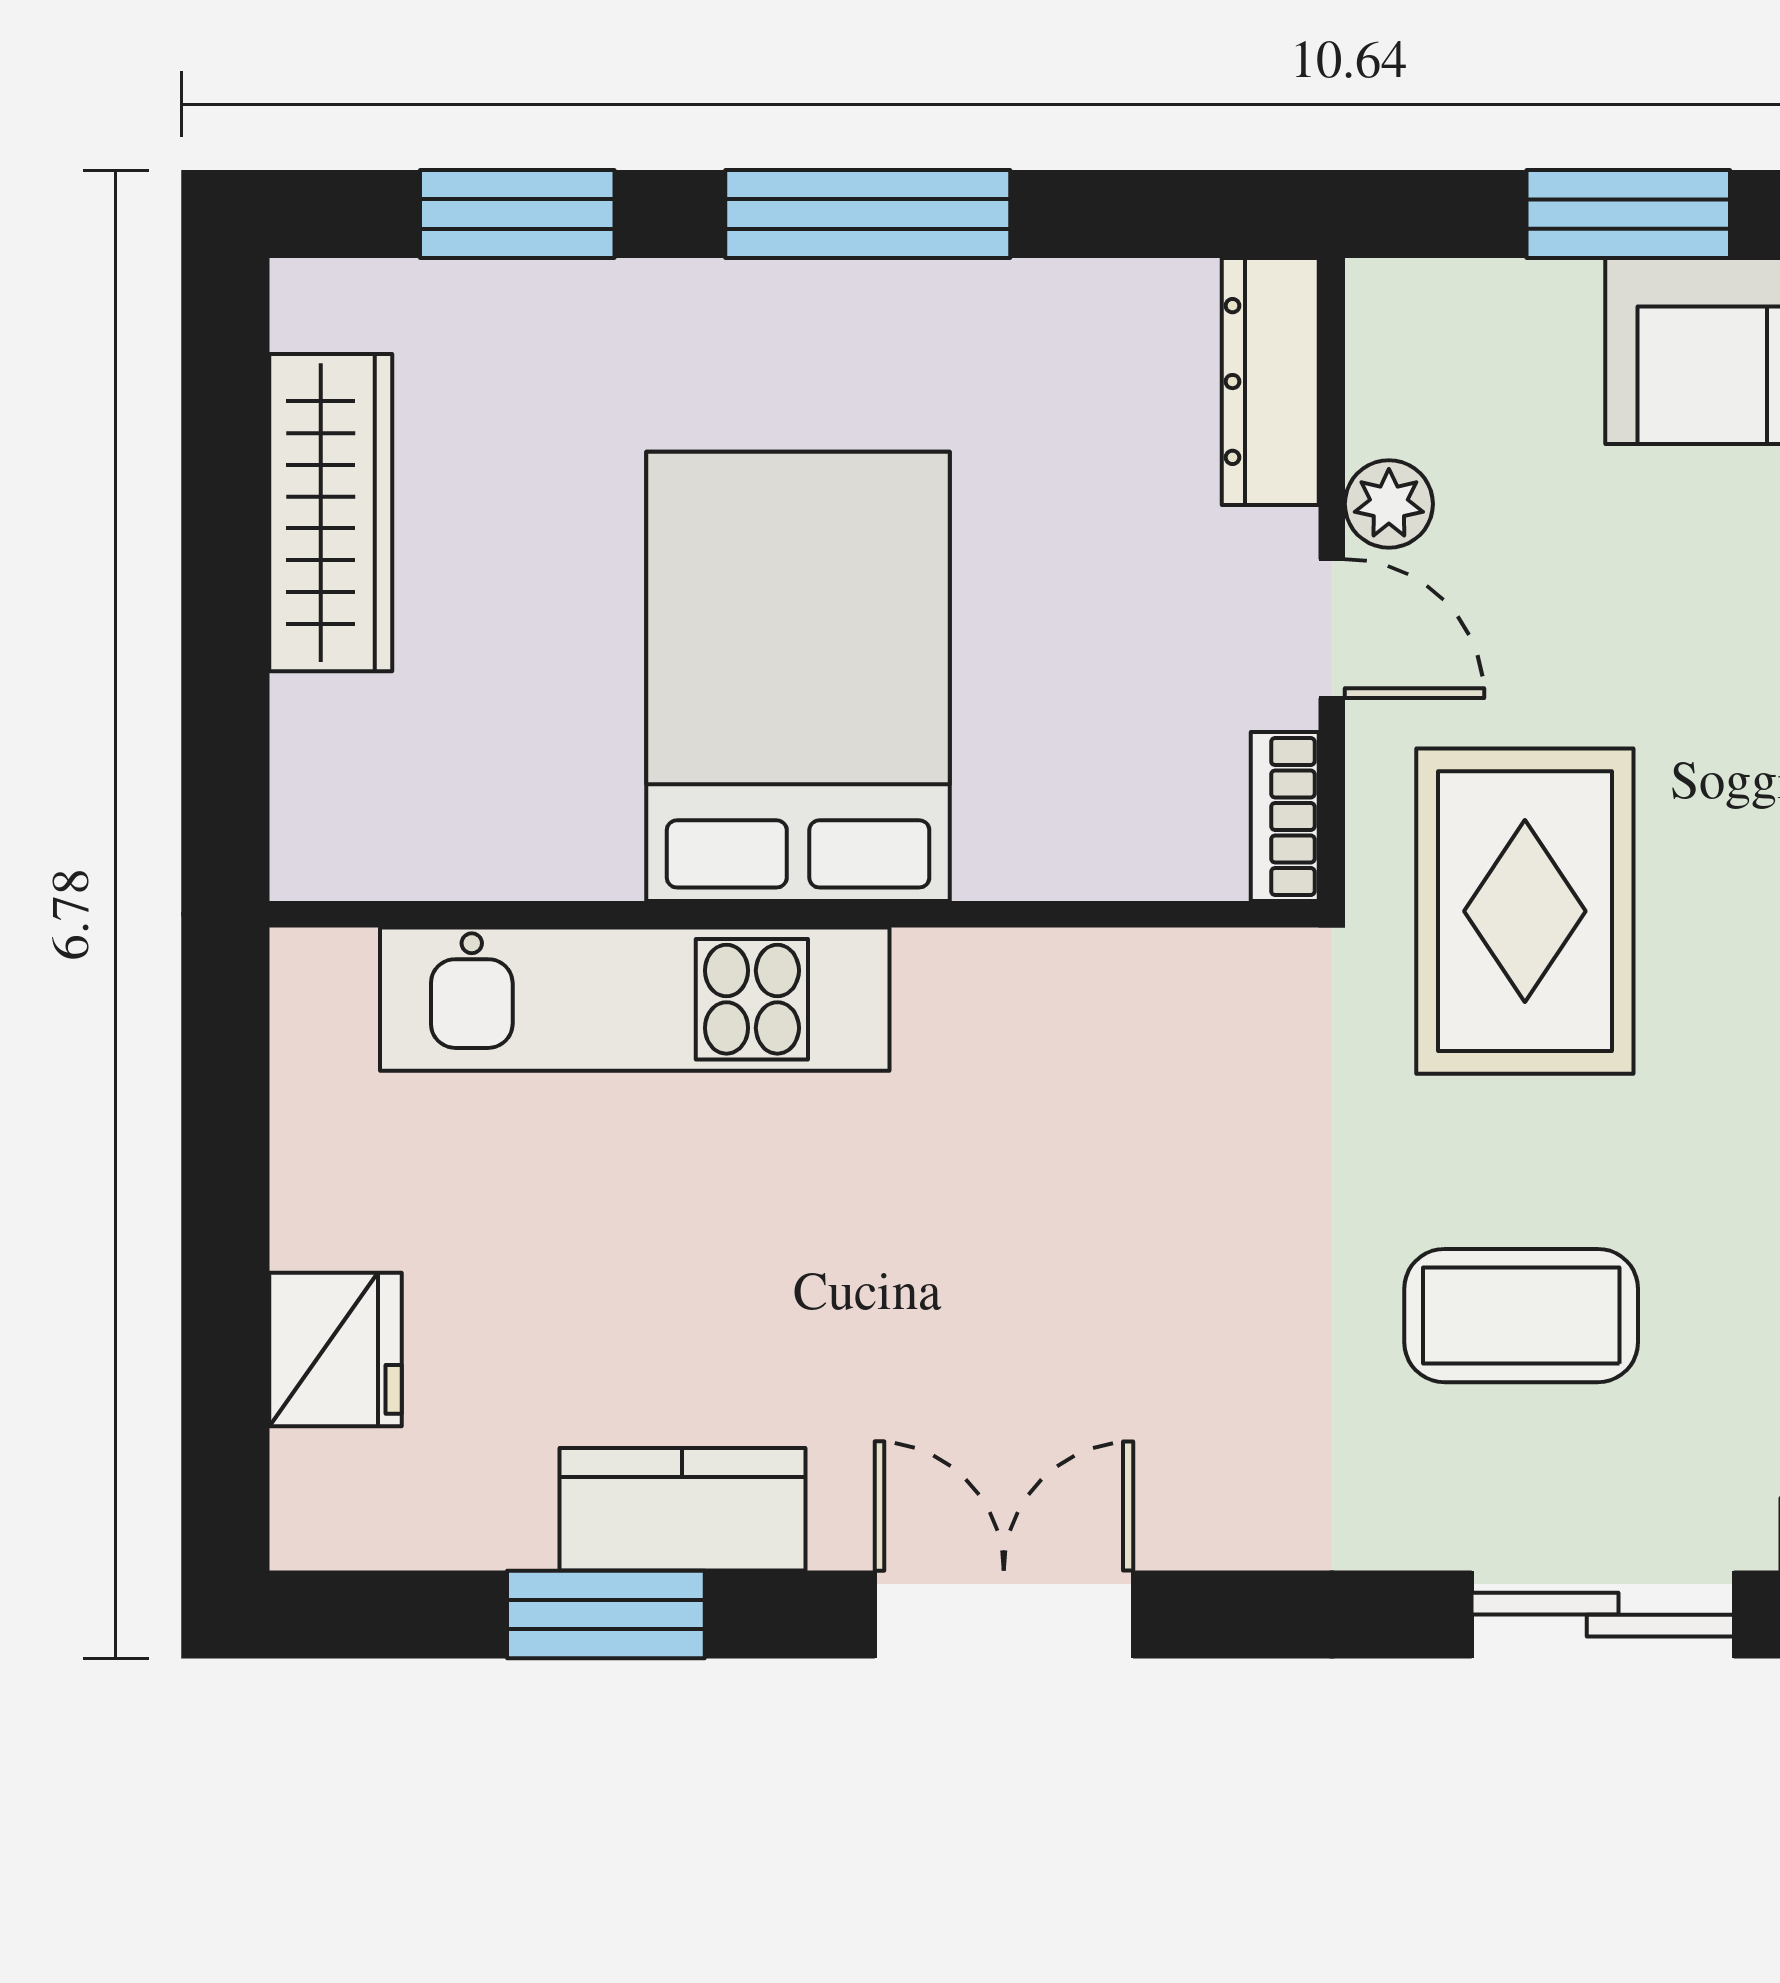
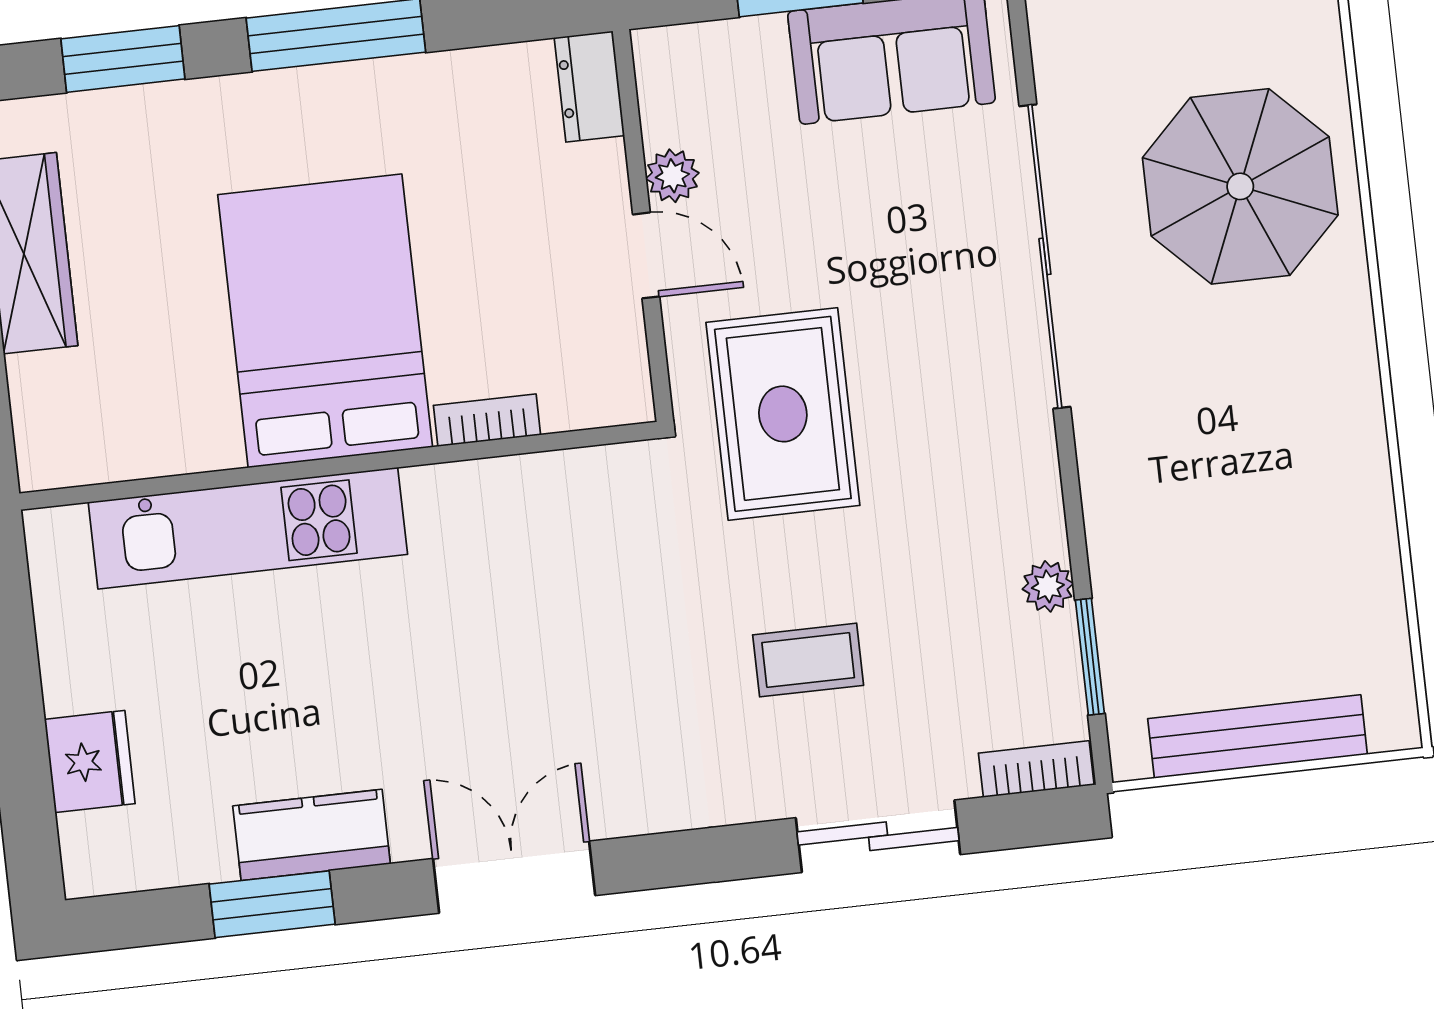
dresser: (1270, 382) -> (589, 87), width x0.70
bookcase: (1285, 817) -> (487, 420), moved, turned 90
coffee table: (1521, 1316) -> (808, 660), width x0.73, depth x0.77

